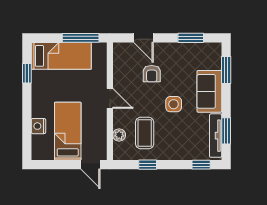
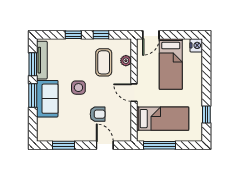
bed: (61, 56) -> (163, 119), moved, turned 180
window: (226, 70) -> (33, 96), moved
armchair: (152, 74) -> (98, 114), turned 90
nightstand: (38, 126) -> (196, 45), moved
door: (90, 165) -> (151, 35), swing flipped
window: (201, 165) -> (73, 35), moved

